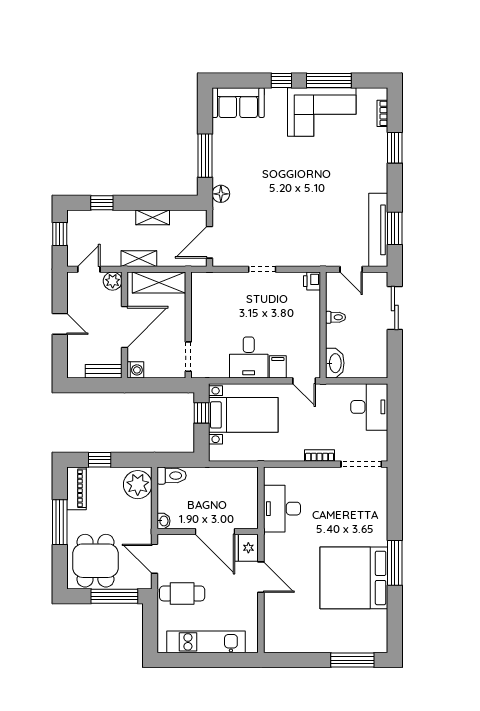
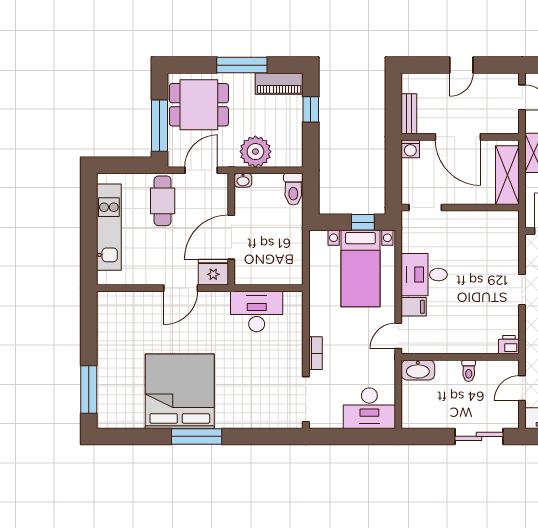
plant: (113, 281) -> (509, 124), removed
plant: (138, 485) -> (255, 152), moved

